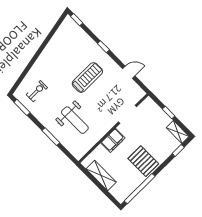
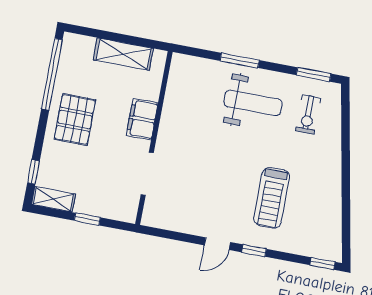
door: (129, 72) -> (217, 244), moved
treadmill: (87, 77) -> (272, 198), moved
weight bench: (75, 120) -> (253, 103), moved, turned 180
pallet: (143, 161) -> (75, 119), turned 90

